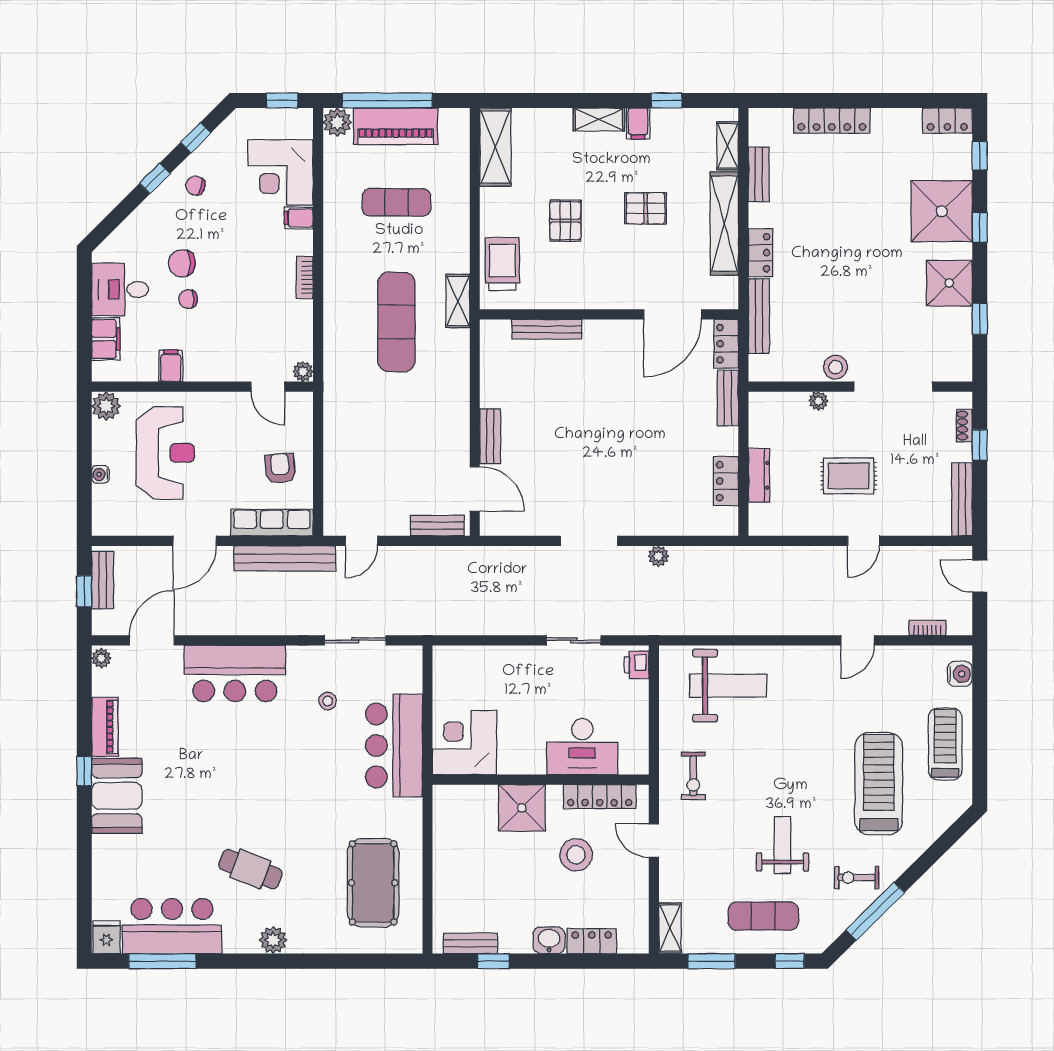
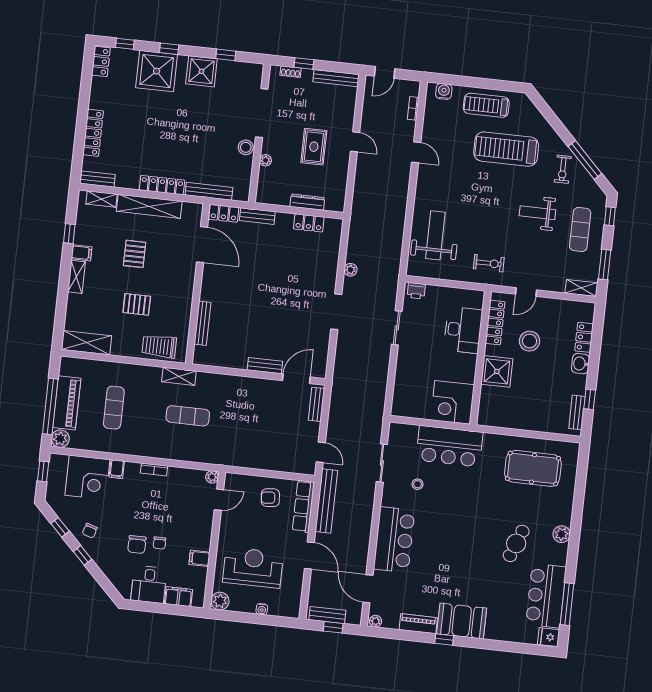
bench: (759, 174) -> (98, 179), moved
locker: (760, 253) -> (162, 185), width x1.53
exercise mat: (396, 322) -> (188, 416), width x0.73, depth x0.69

